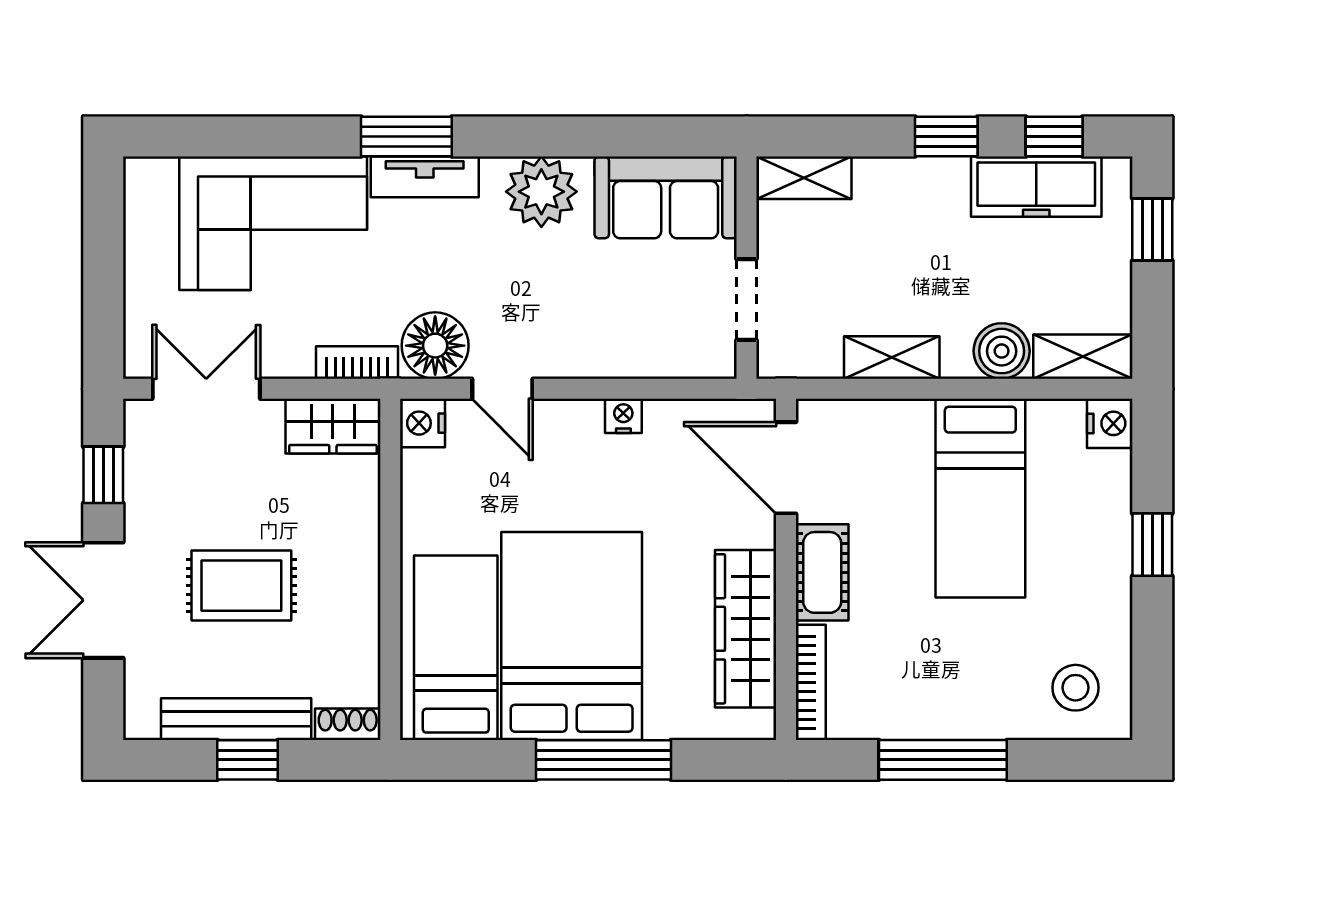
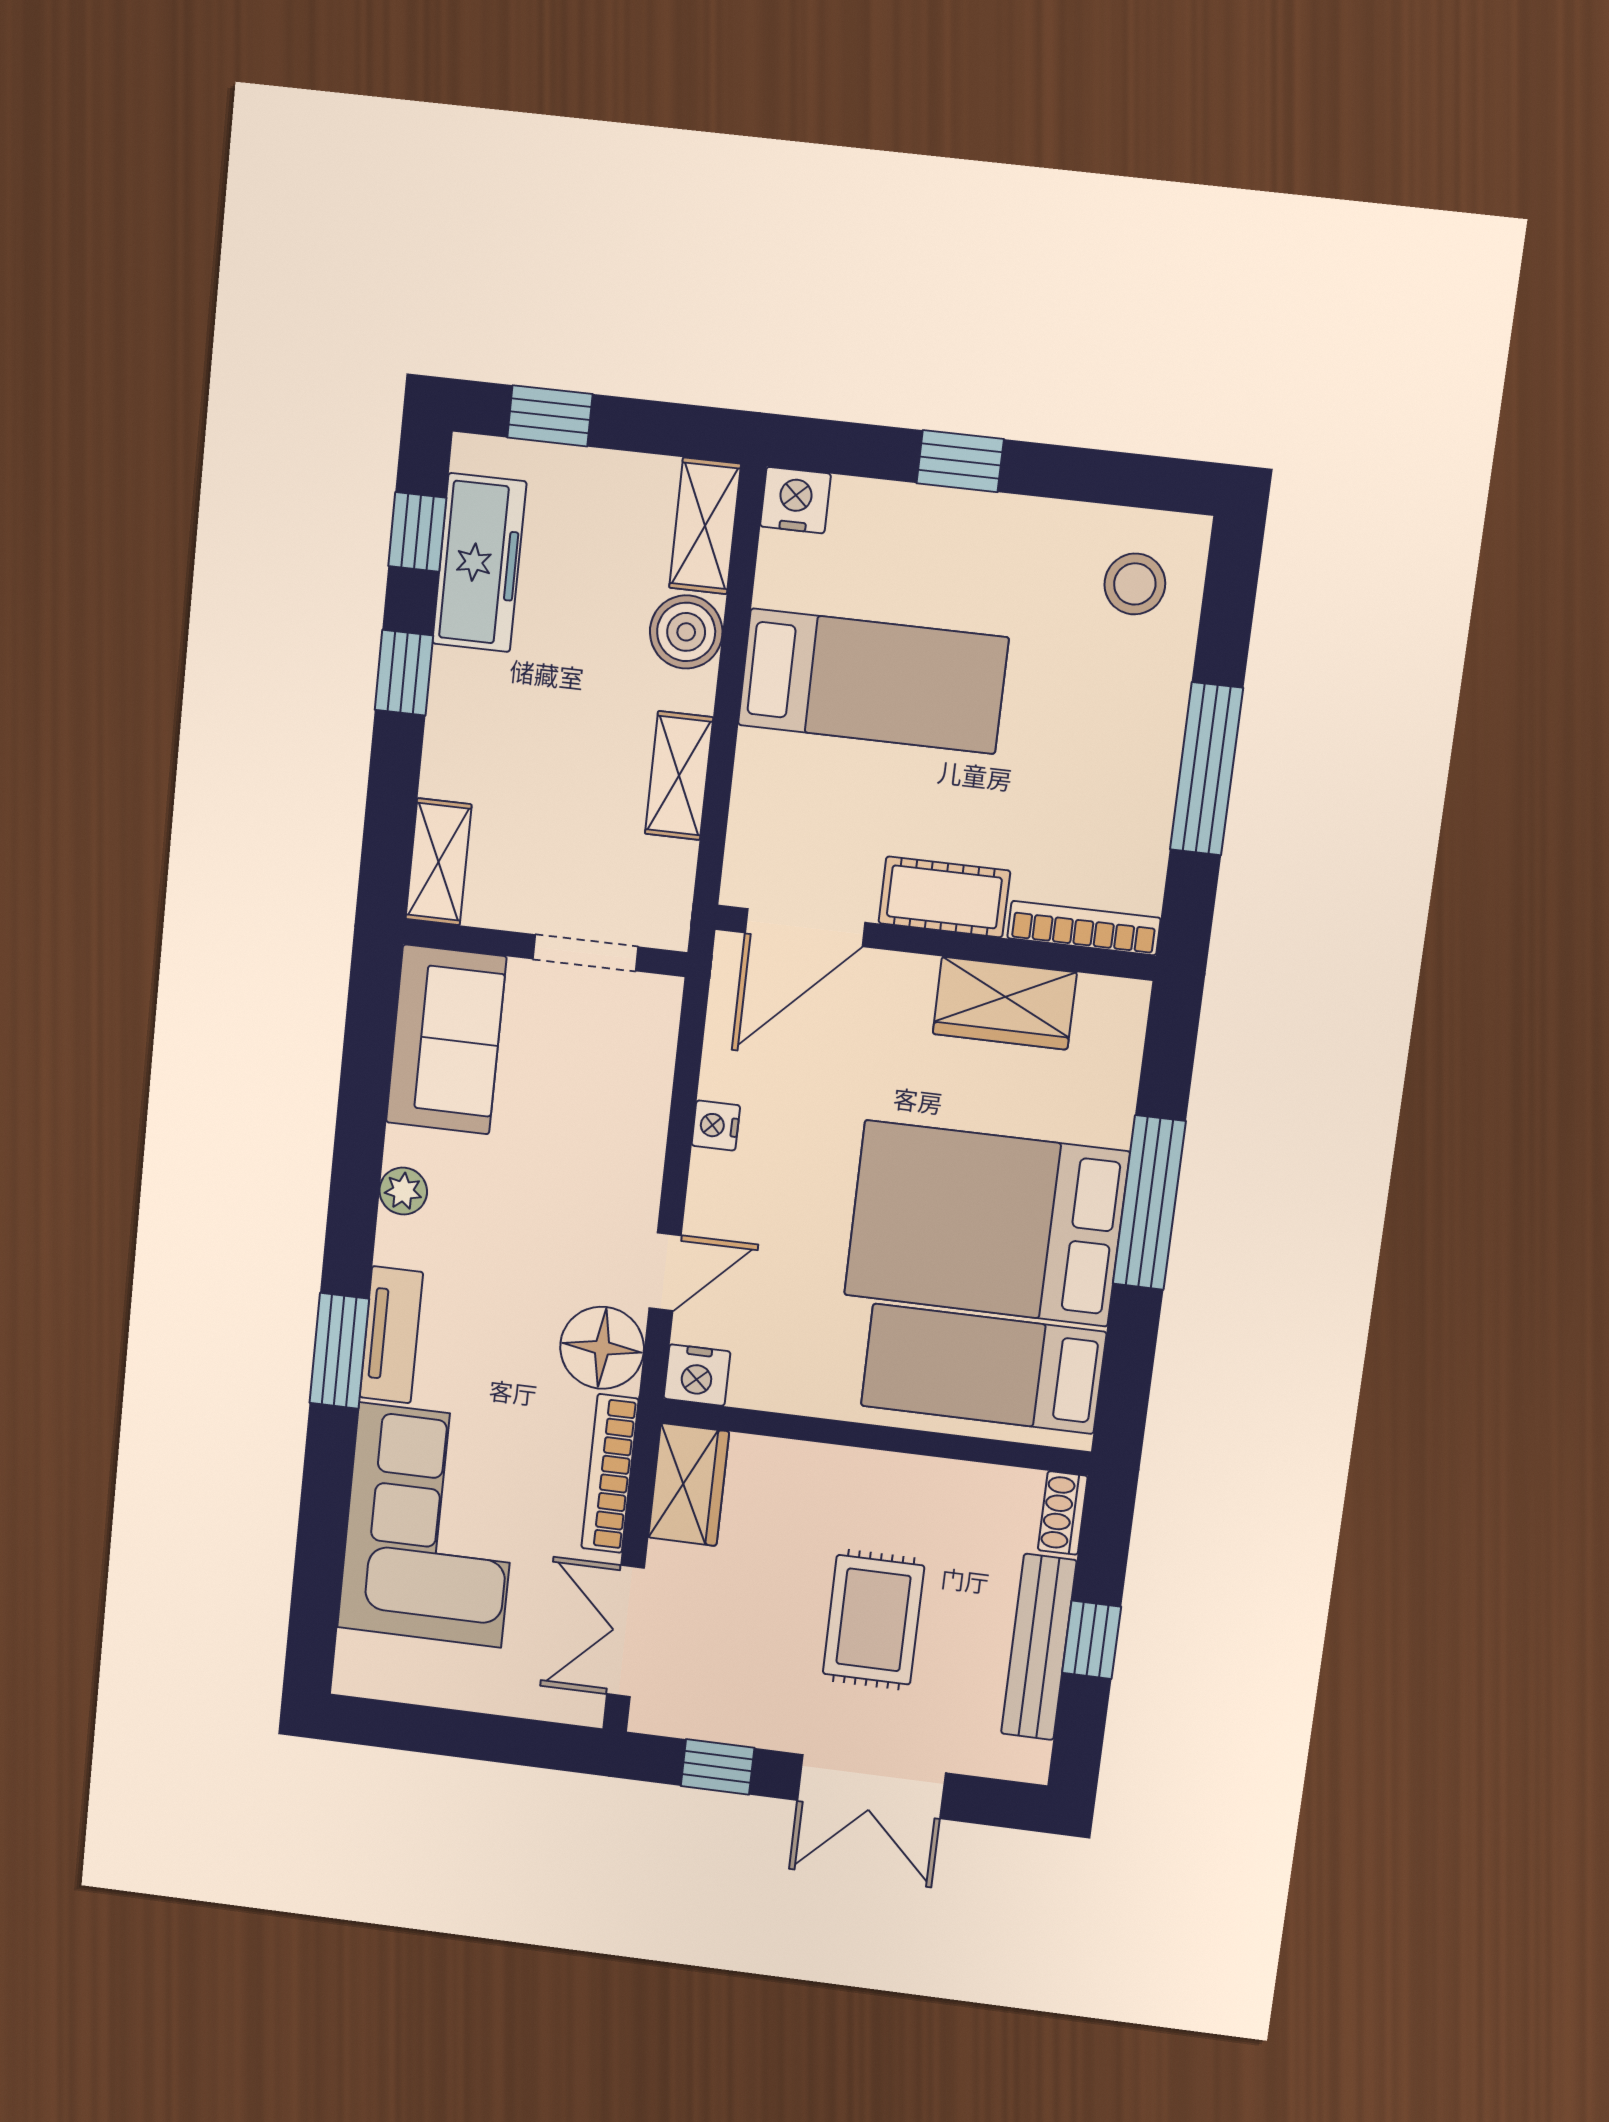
plant: (541, 192) -> (403, 1191), width x0.53, depth x0.53
bookcase: (357, 363) -> (610, 1474), width x1.56
wardrobe: (746, 629) -> (1005, 1003), width x0.67

